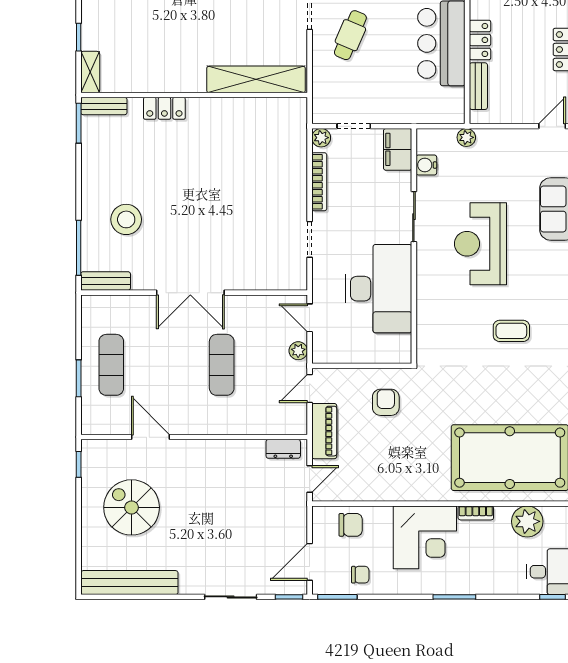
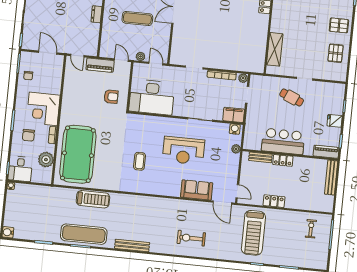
shelving: (256, 79) -> (275, 49), width x0.68
water cooler: (426, 165) -> (235, 129), moved
reception desk: (481, 244) -> (184, 151), turned 180
desk: (379, 289) -> (152, 97), moved
door: (310, 318) -> (156, 64), hinge flipped
dresser: (283, 449) -> (96, 14), moved
chair: (351, 525) -> (28, 135), moved
door: (310, 562) -> (48, 53), moved

